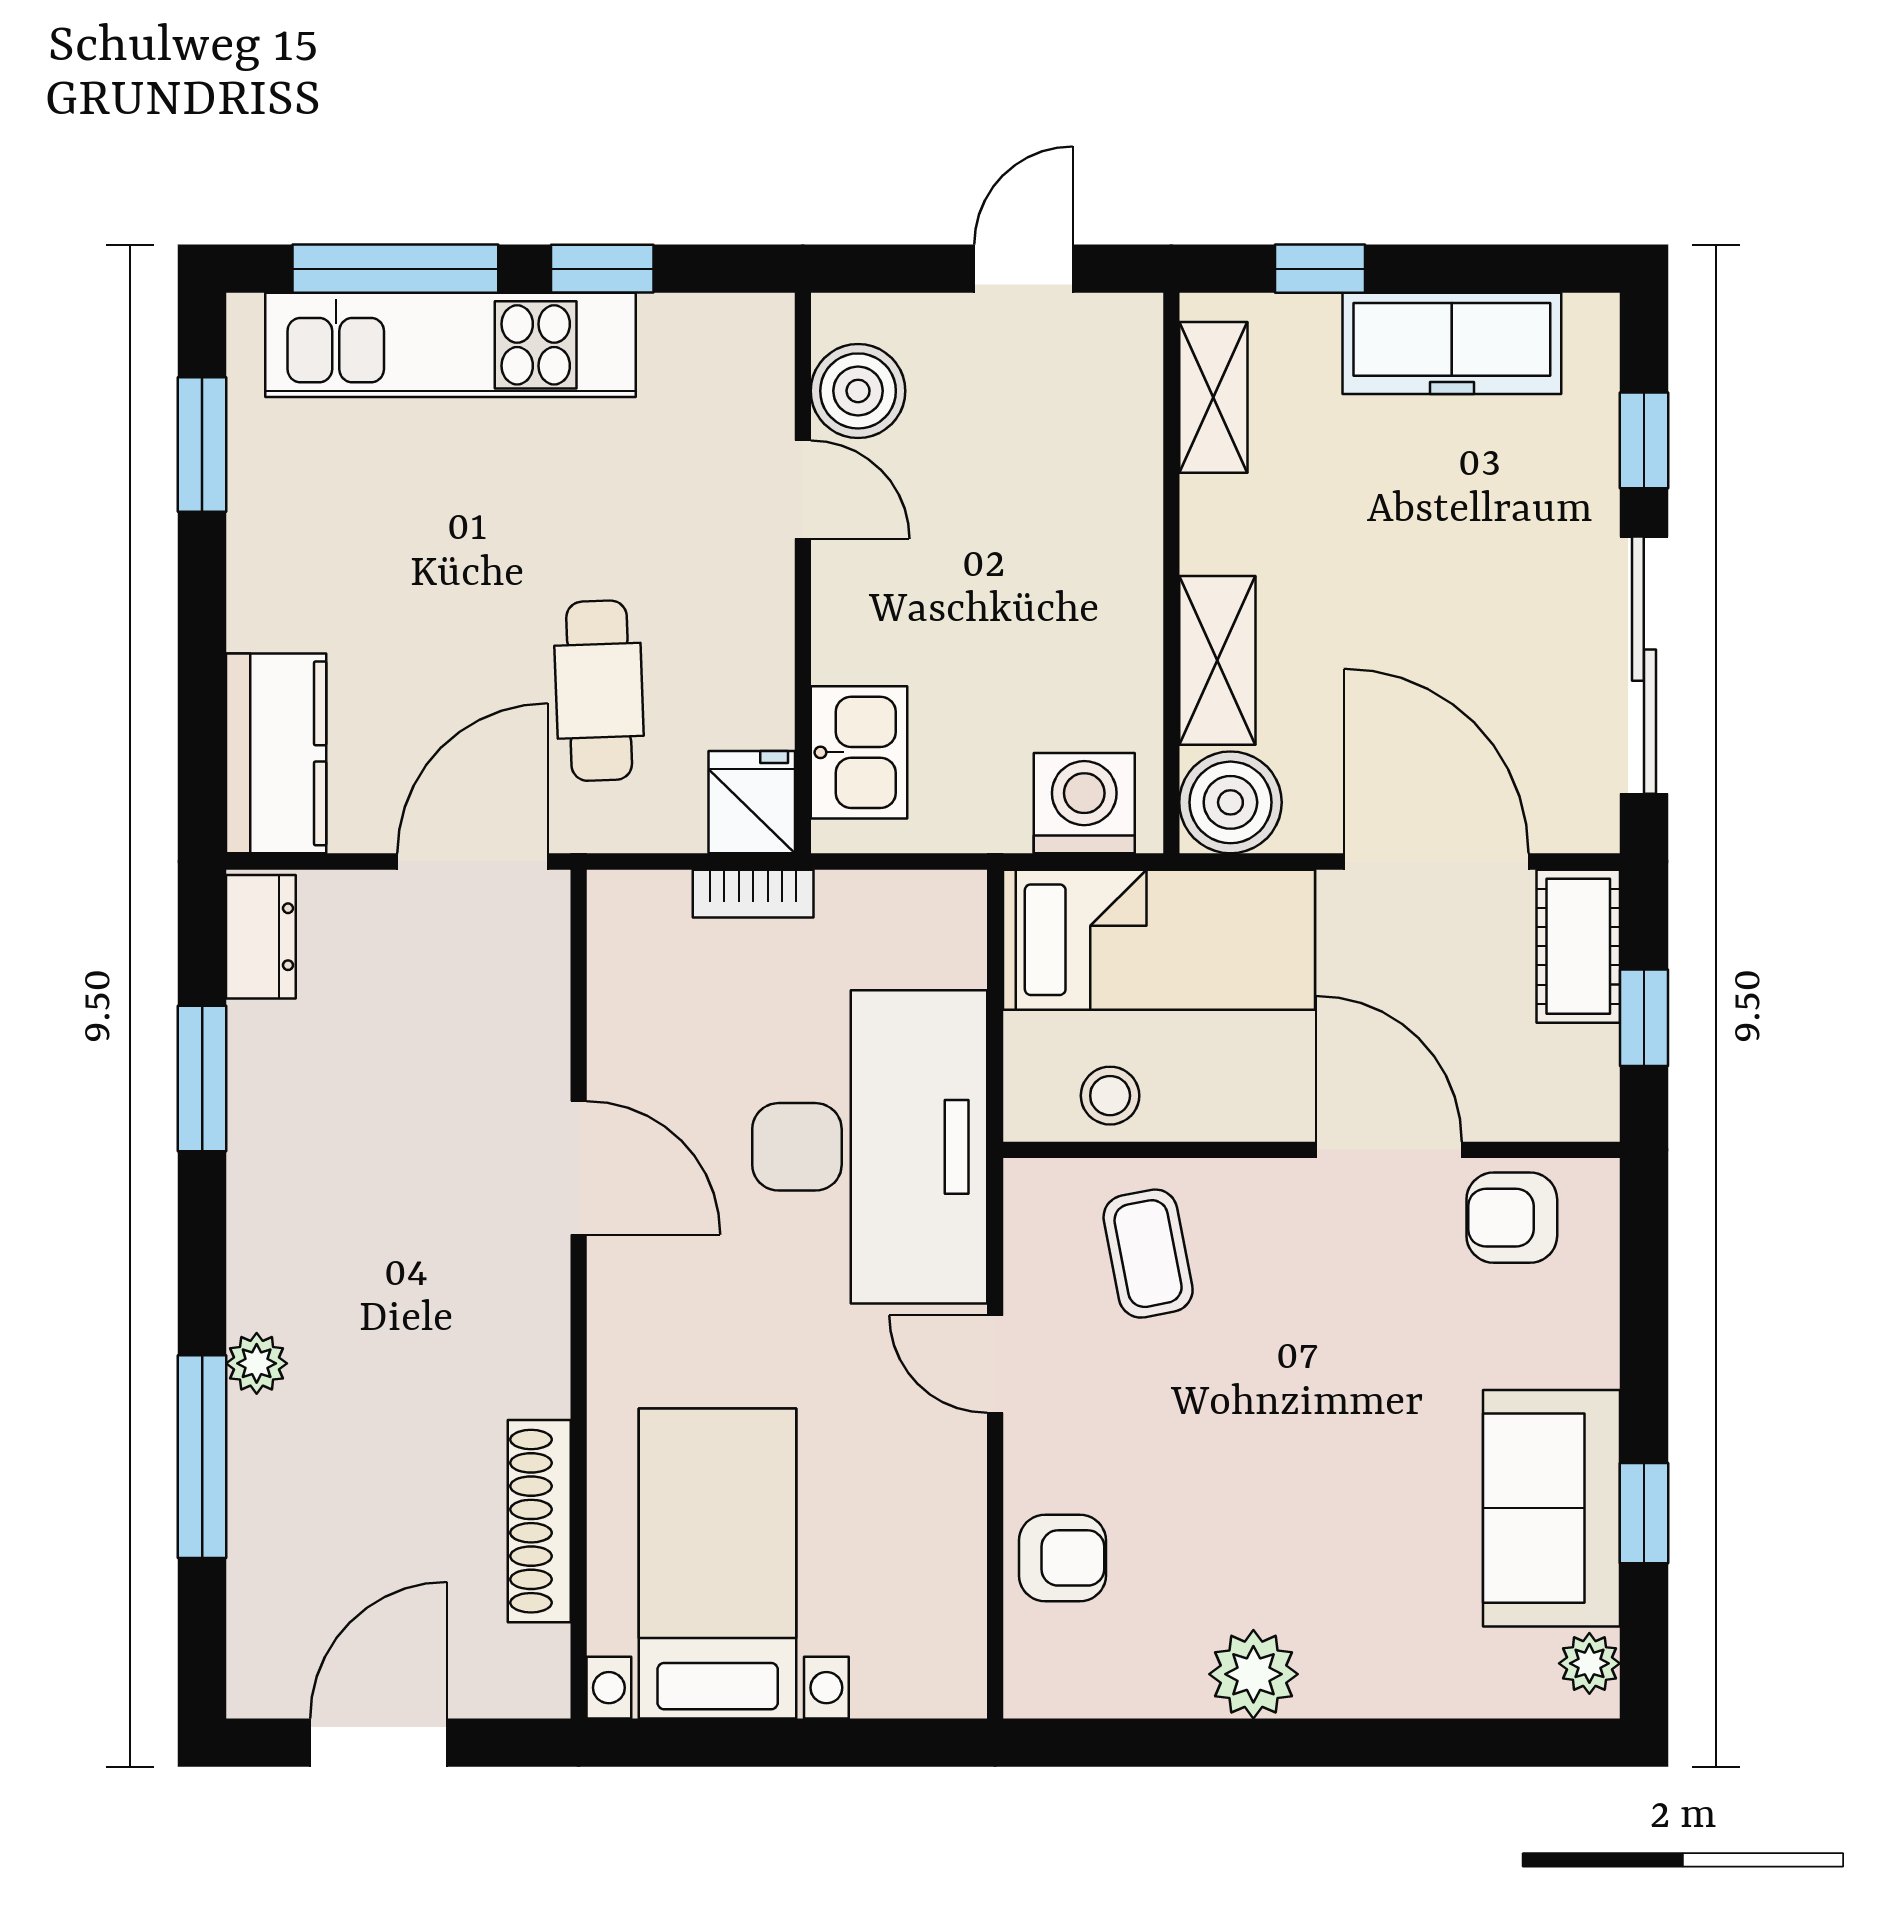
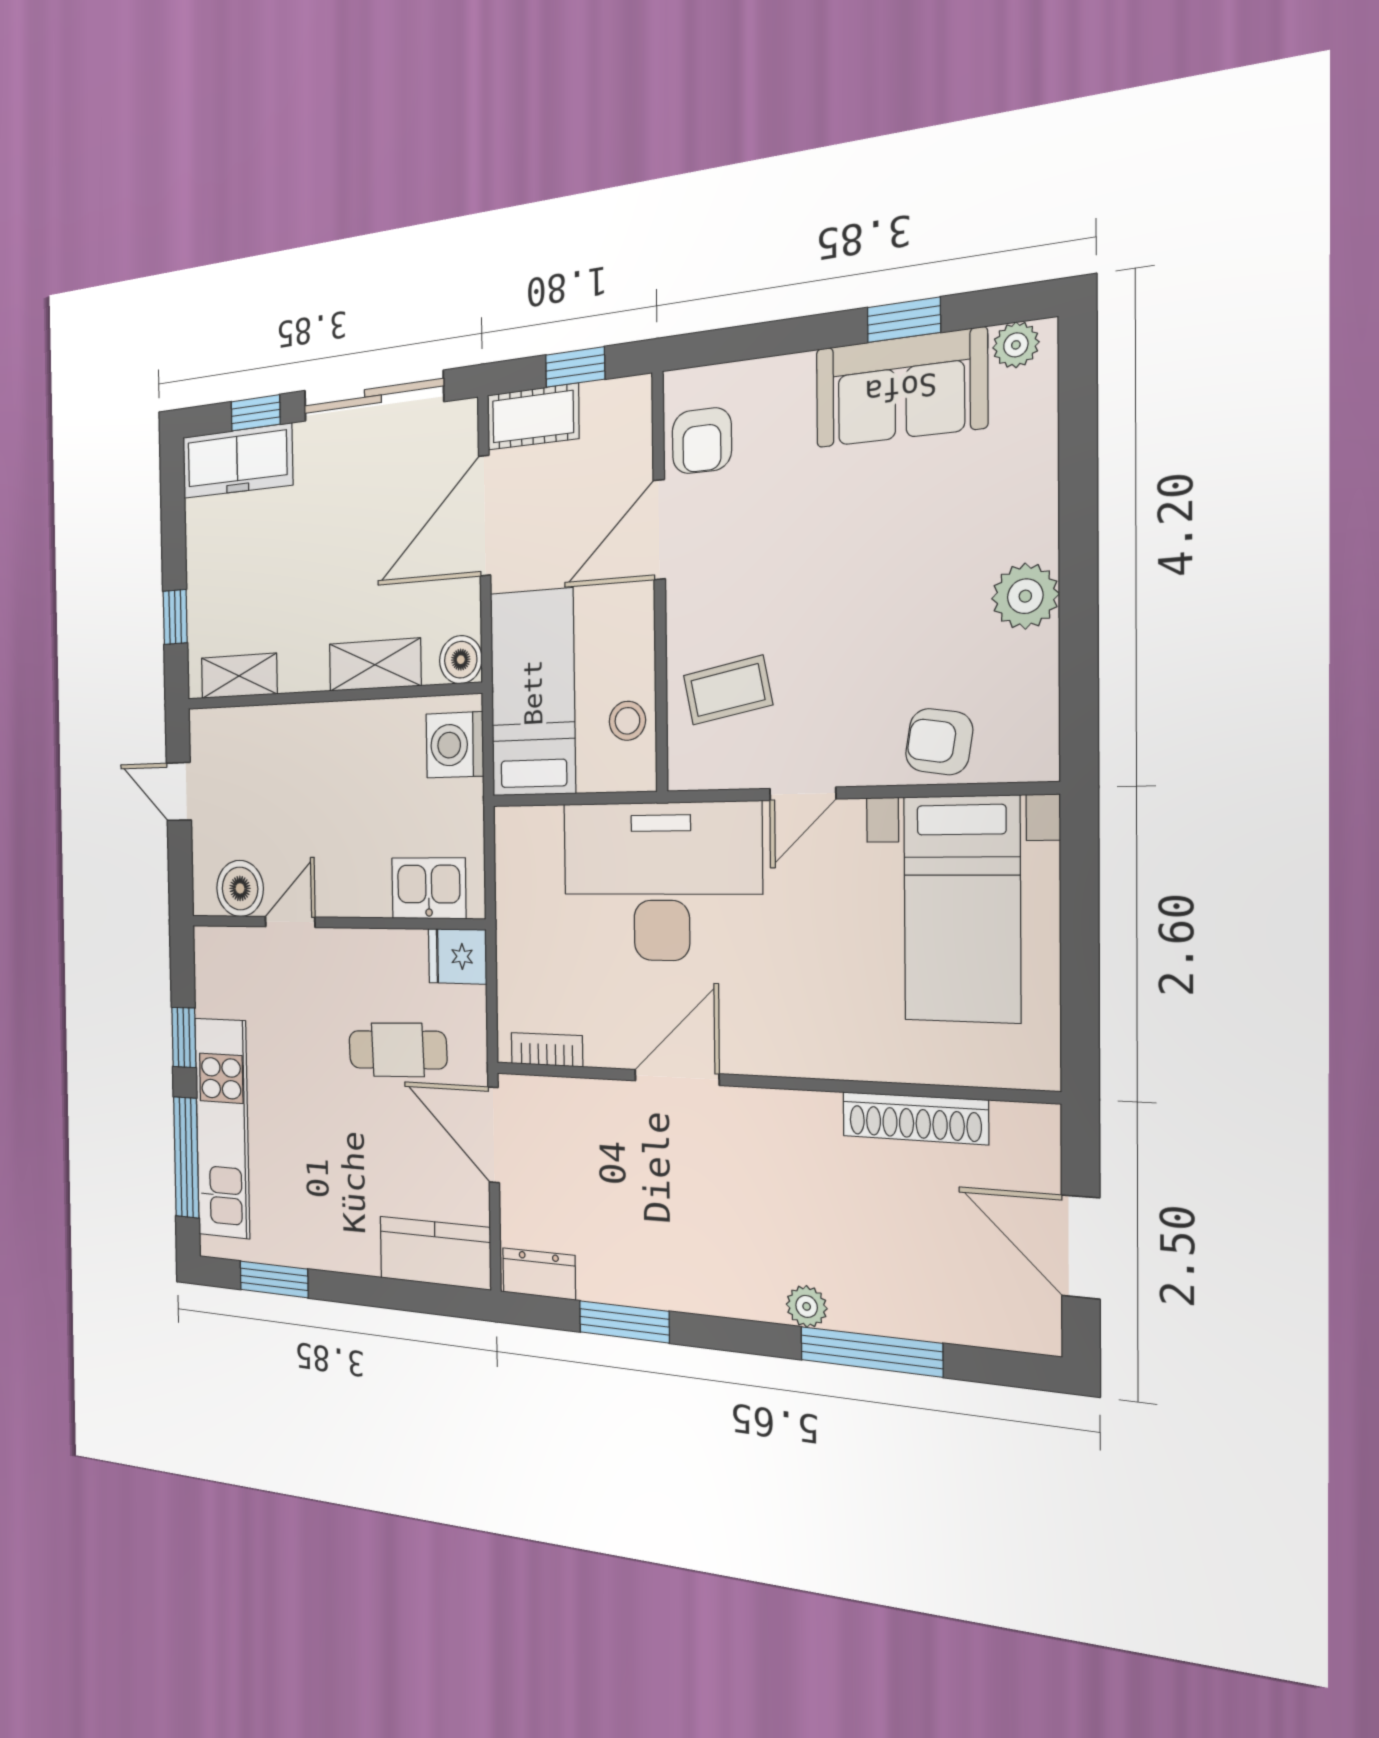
freezer: (1452, 343) -> (237, 461), moved, turned 90
boiler: (1230, 802) -> (461, 660), width x0.73, depth x0.73
bookcase: (753, 894) -> (547, 1050), moved, turned -90
armchair: (1062, 1558) -> (939, 742), turned -81
bed with nightstands: (718, 1564) -> (962, 909), moved, turned -90

